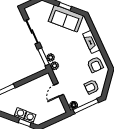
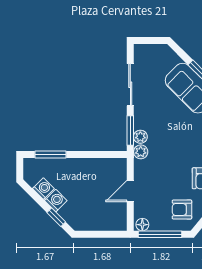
washing machine: (30, 117) -> (43, 189), moved

